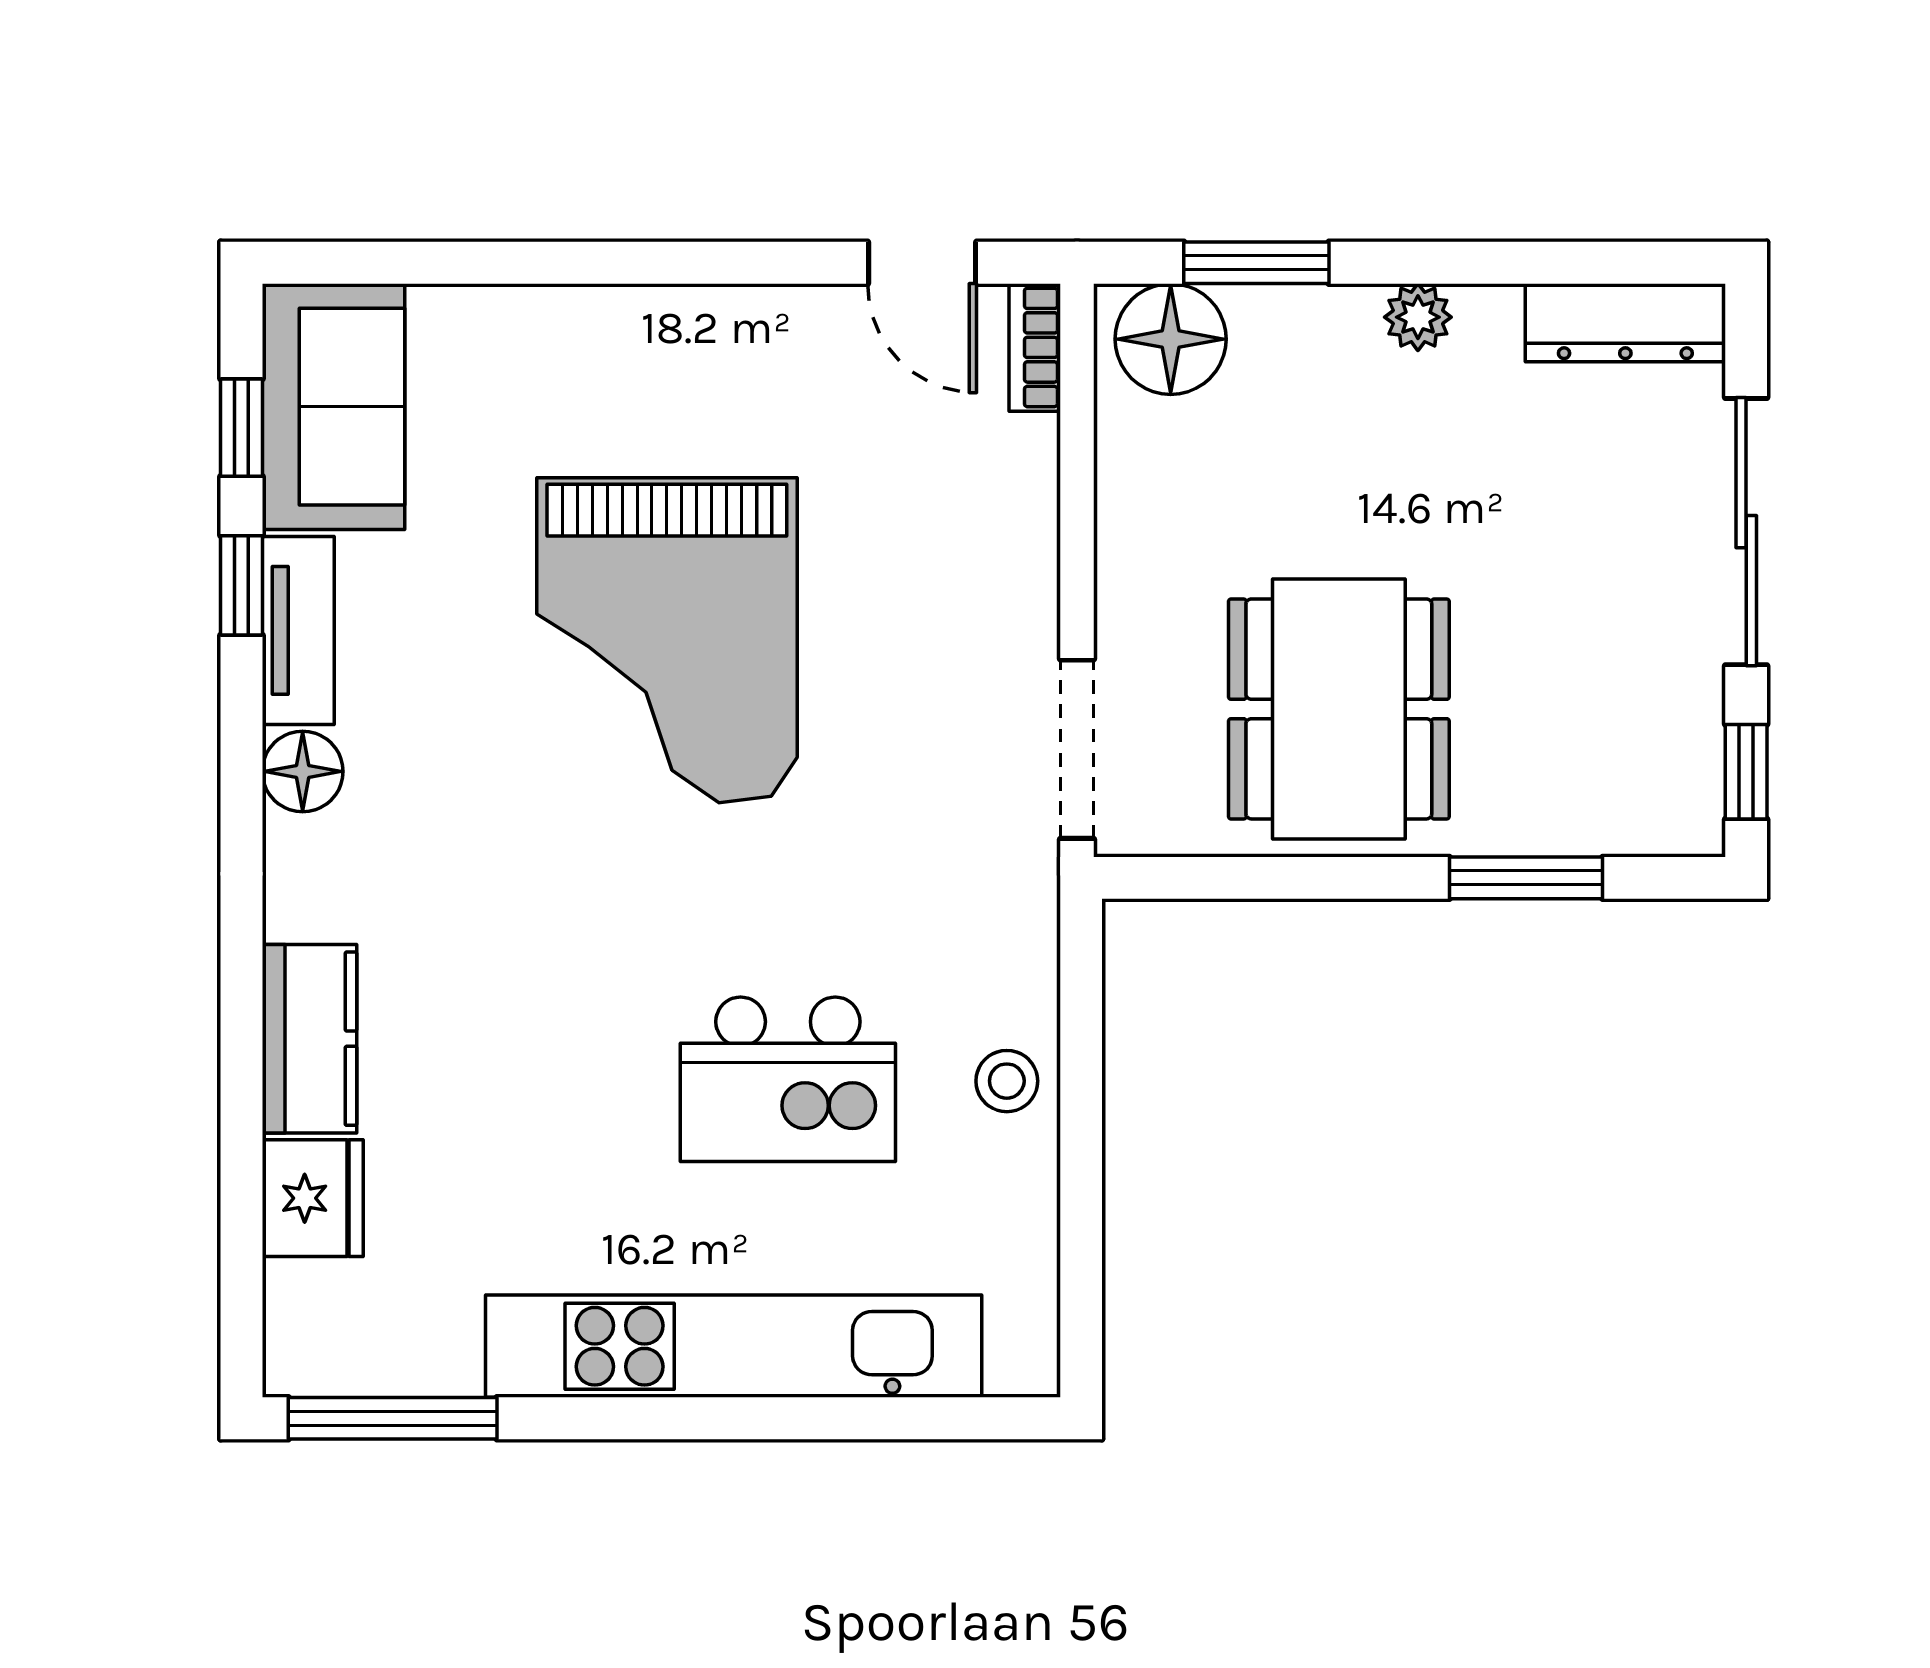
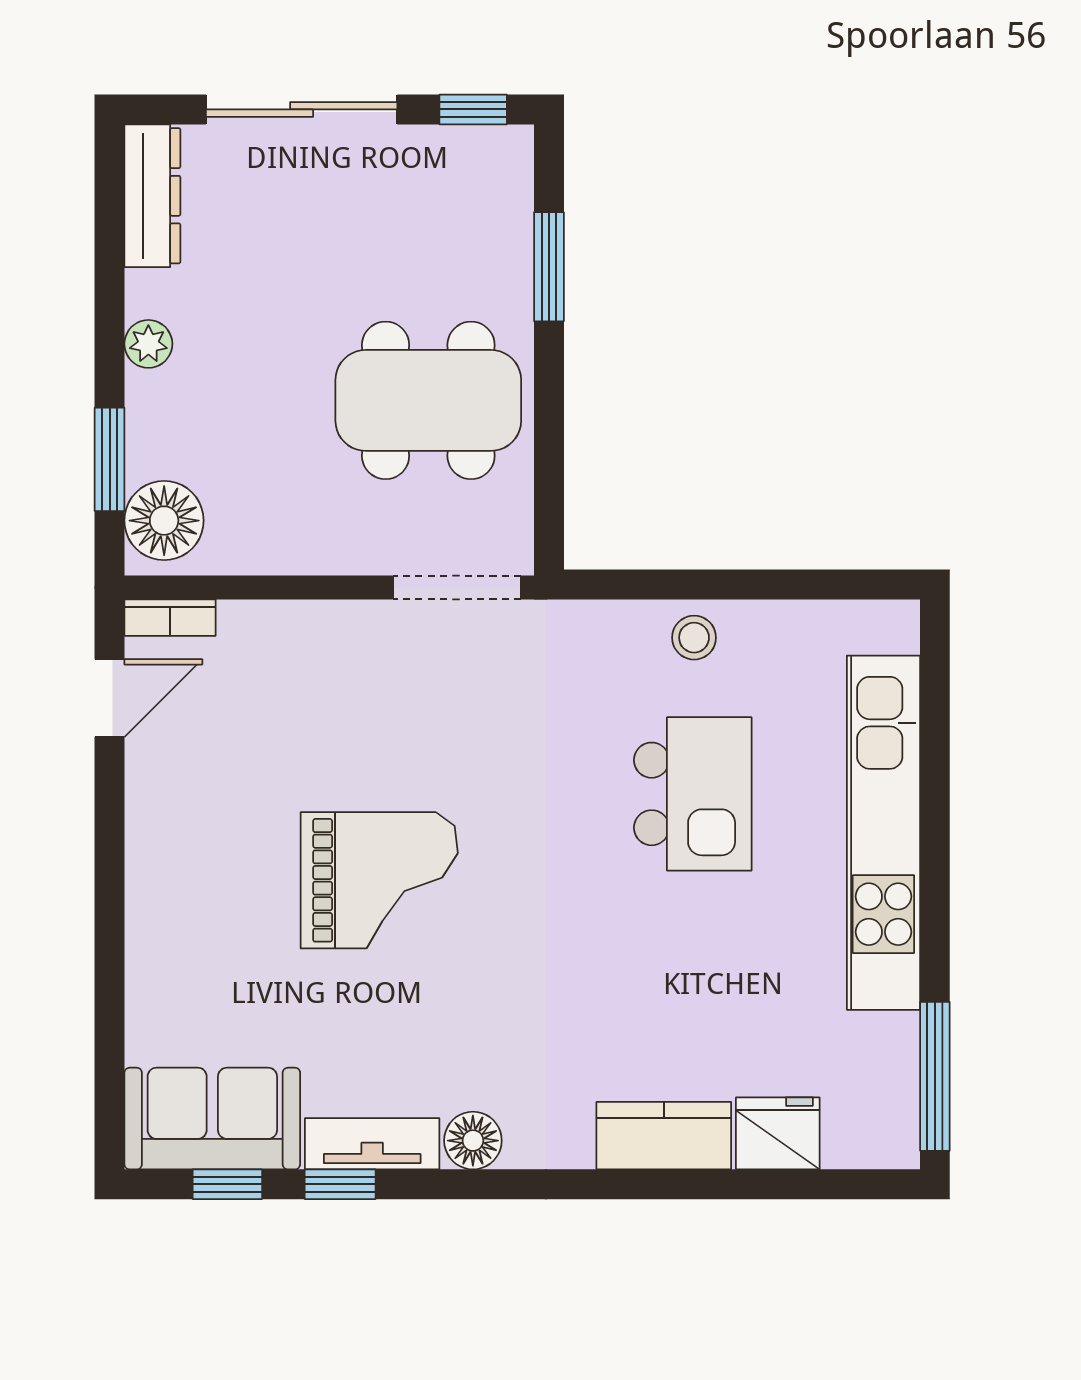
grand piano: (667, 640) -> (379, 880), width x0.73, depth x0.68

